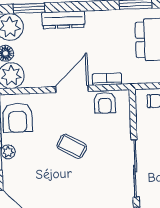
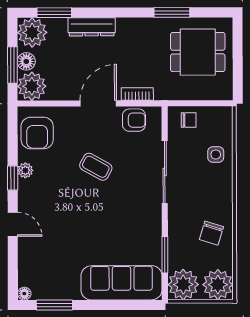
armchair: (105, 103) -> (134, 120), turned -90
sliding door: (135, 168) -> (165, 172), moved

